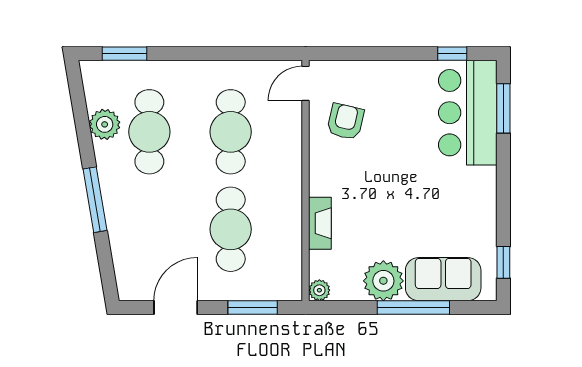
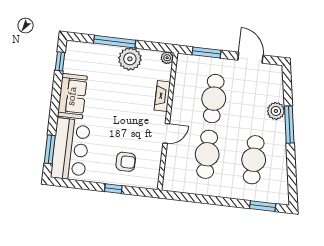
window: (452, 54) -> (113, 189), moved
door: (306, 83) -> (166, 133), moved
armchair: (345, 122) -> (126, 162), moved, turned -103
plant: (105, 124) -> (276, 111), moved
sofa: (443, 279) -> (72, 96), moved, turned -90
door: (176, 307) -> (250, 58), swing flipped

